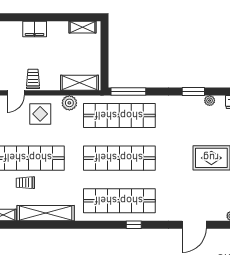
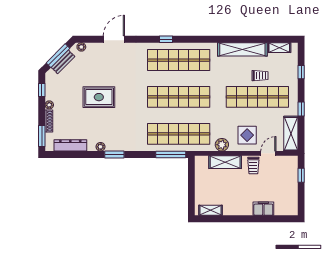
filing cabinet: (35, 29) -> (263, 209), moved
shelving: (79, 83) -> (225, 162), moved

